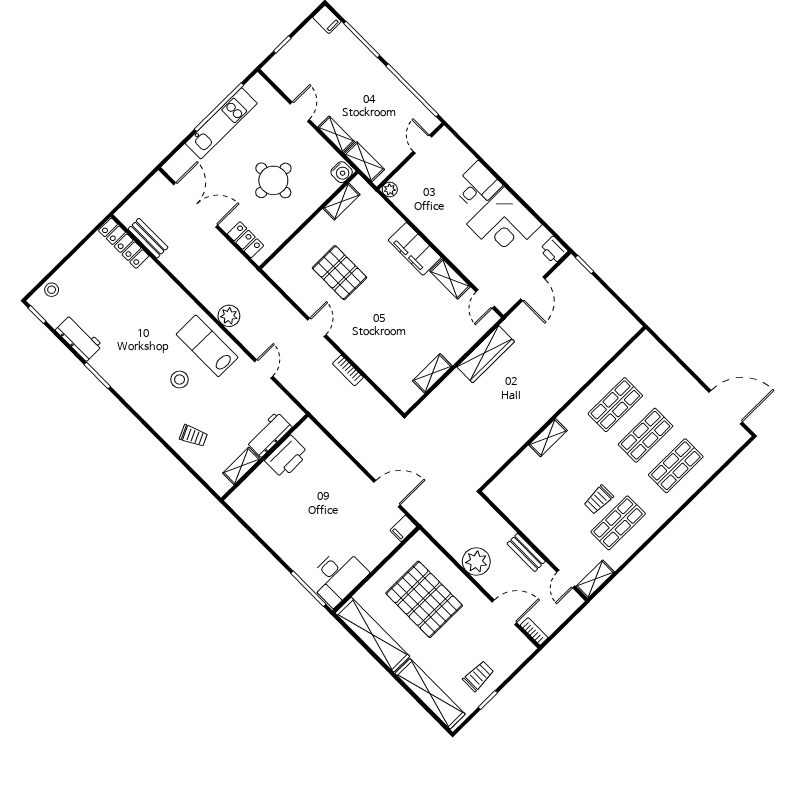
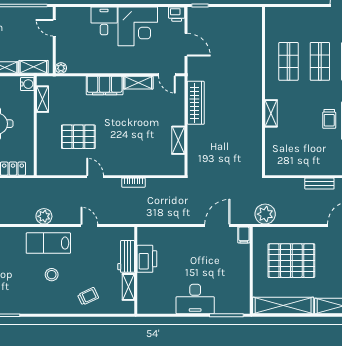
plant: (476, 562) -> (265, 214), moved
desk: (338, 577) -> (195, 299), moved, turned 90

